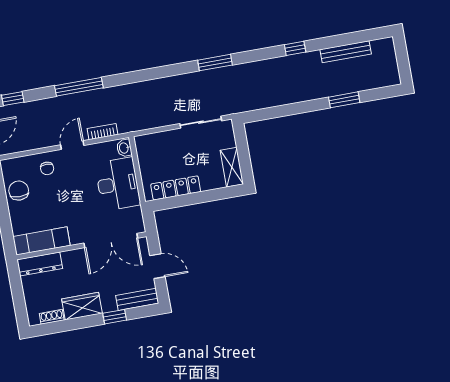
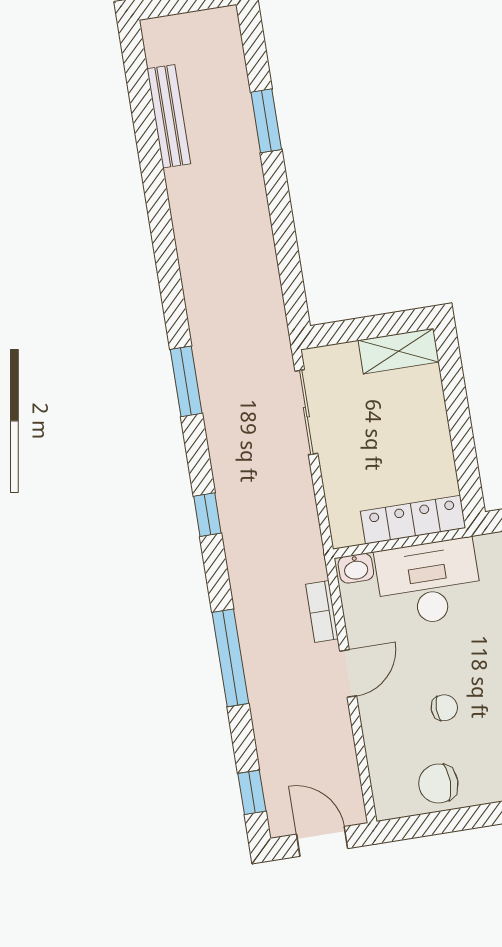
window: (295, 48) -> (207, 515), moved
door: (72, 145) -> (348, 673), swing flipped
chair: (47, 168) -> (444, 708), moved
locker: (176, 188) -> (413, 520), moved, turned 90

